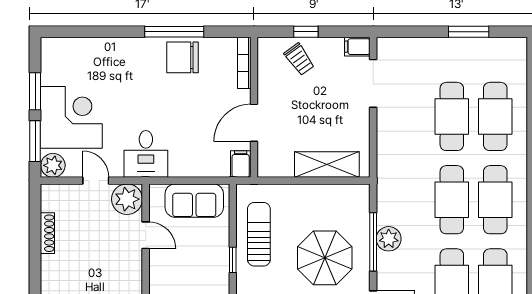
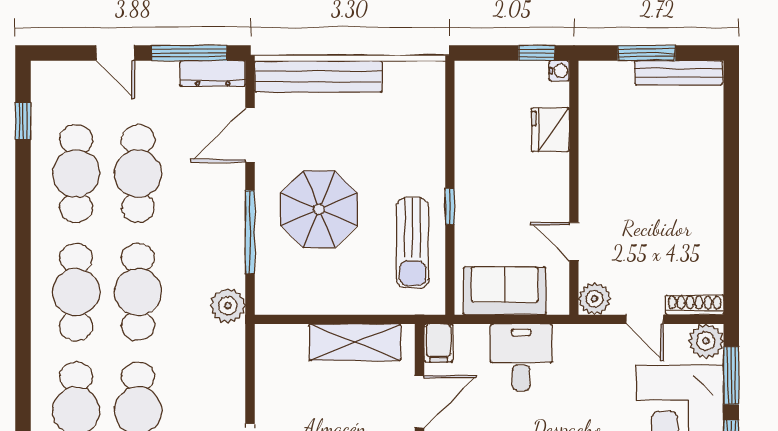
desk: (146, 154) -> (521, 357), moved
shelving: (327, 164) -> (355, 342), moved
plant: (127, 199) -> (595, 299), width x0.73, depth x0.73
shoe rack: (47, 233) -> (695, 305), moved, turned 90
plant: (389, 239) -> (228, 306), moved

